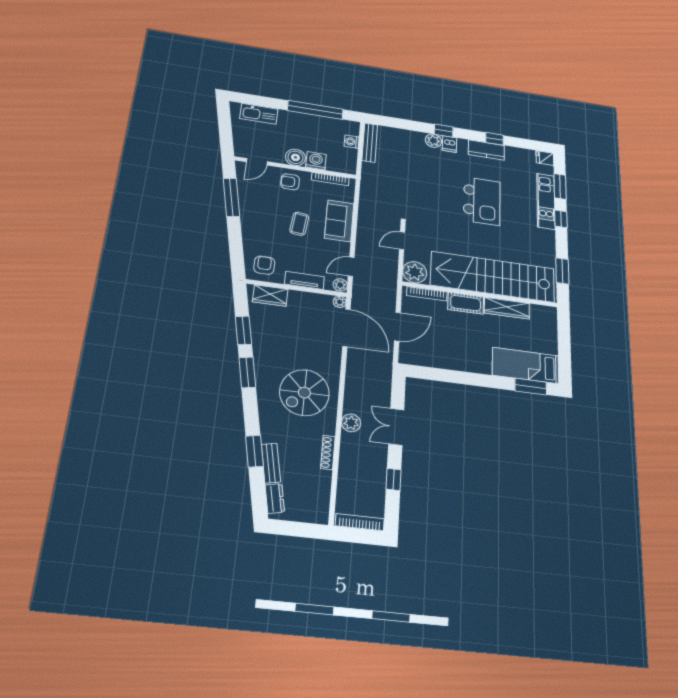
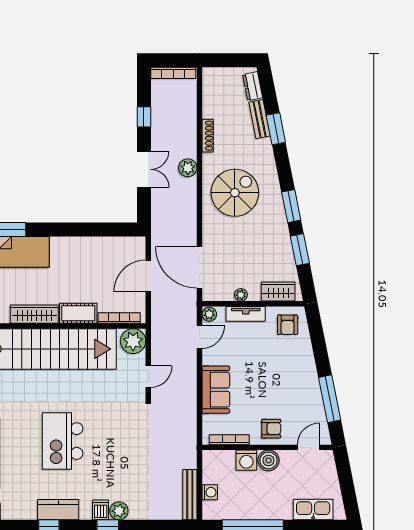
coffee table: (299, 224) -> (257, 379), removed
plant: (340, 302) -> (241, 295), moved

